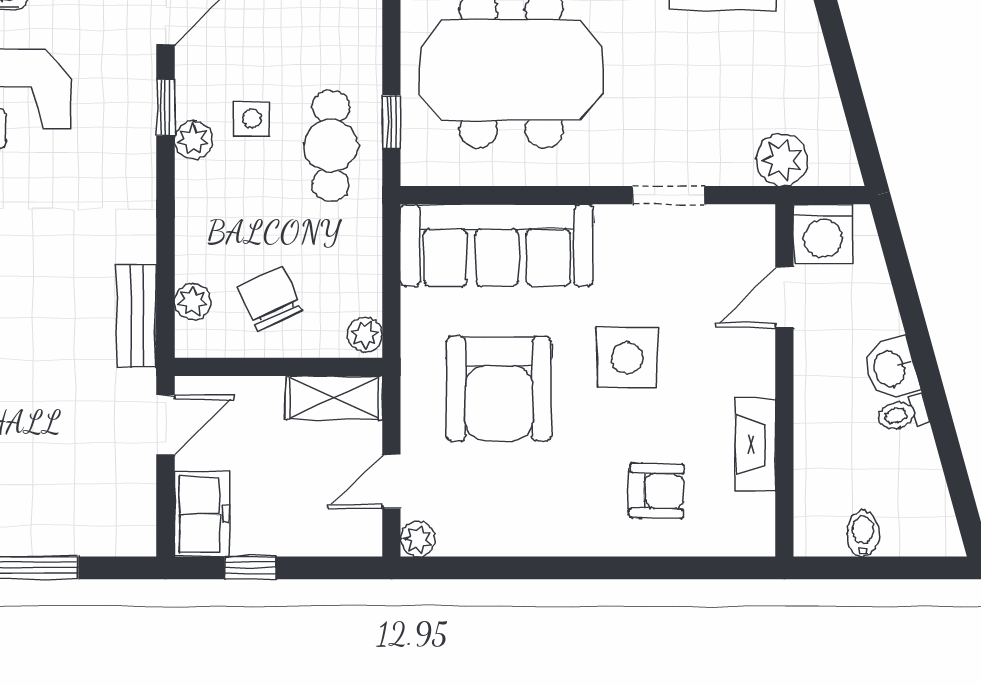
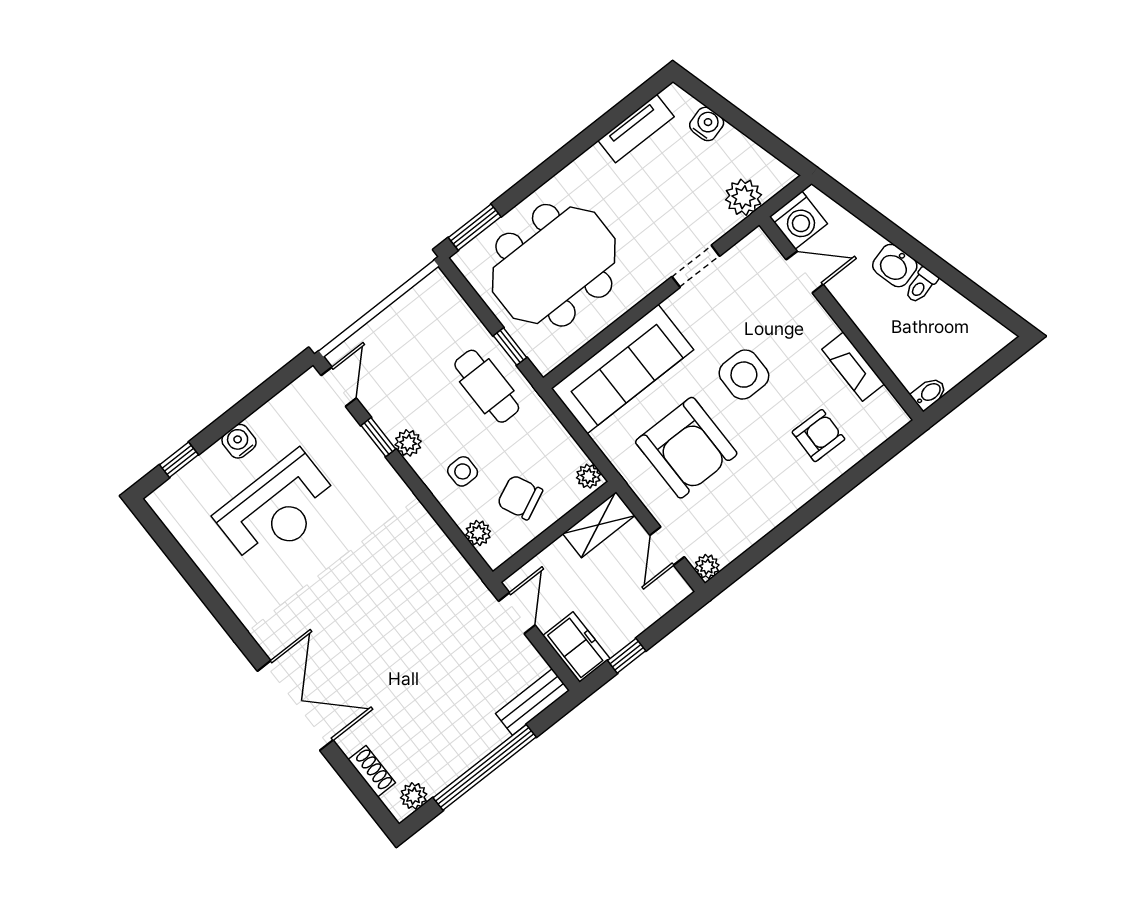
water cooler: (805, 46) -> (707, 124), added
side table: (252, 119) -> (463, 471), moved
door: (784, 297) -> (805, 272), swing flipped
bench: (137, 316) -> (532, 702), moved, turned 90
bidet: (863, 533) -> (929, 393), moved, turned 90

